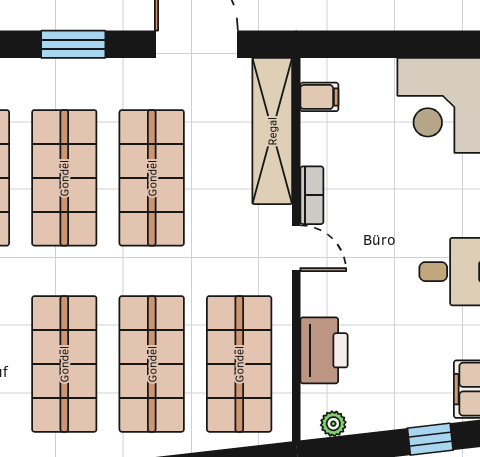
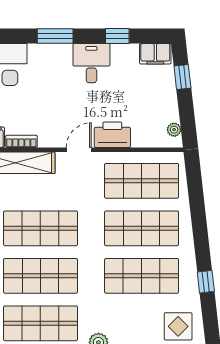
bookcase: (312, 195) -> (21, 141), moved
printer: (324, 350) -> (112, 135), moved

